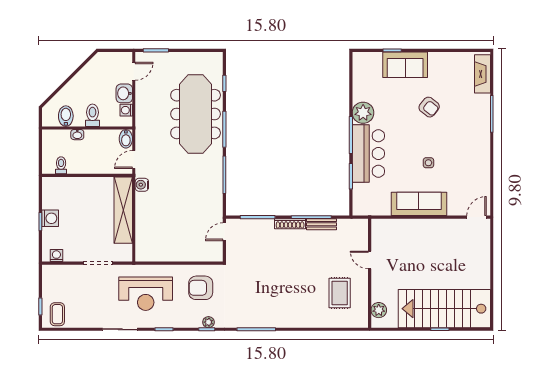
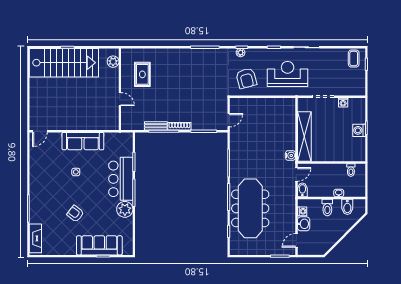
sofa: (405, 65) -> (99, 245), width x1.36
washing machine: (56, 256) -> (343, 102), moved
armchair: (201, 288) -> (246, 78), turned 75

